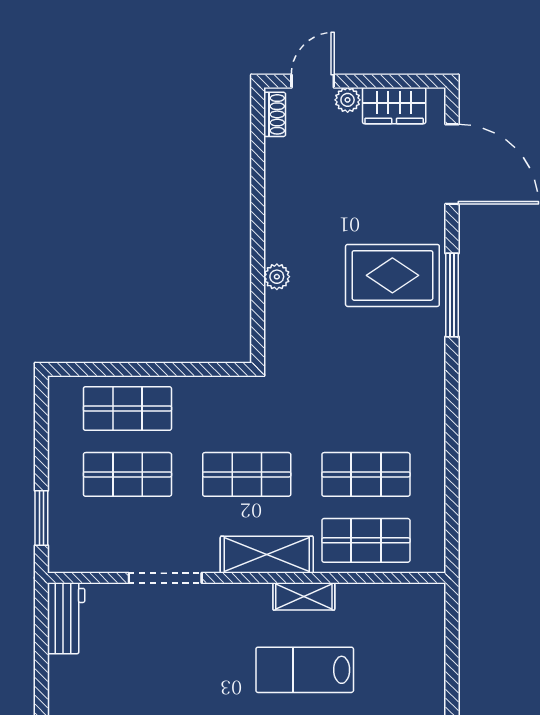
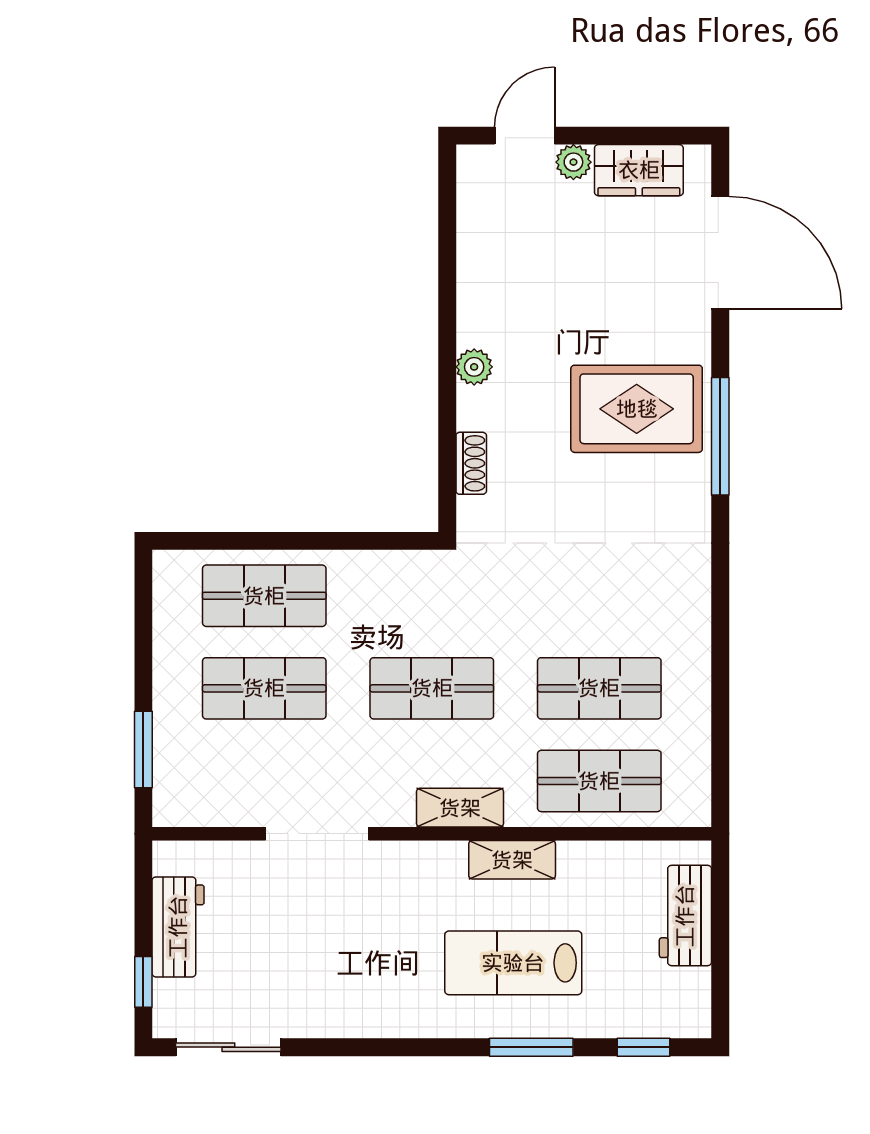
shoe rack: (275, 114) -> (471, 463), moved
plant: (277, 277) -> (474, 367), moved
shelving: (267, 555) -> (460, 808), width x0.67, depth x0.75
workbench: (66, 618) -> (178, 927), moved
workbench: (427, 636) -> (685, 916), added
window: (41, 683) -> (143, 982), added

